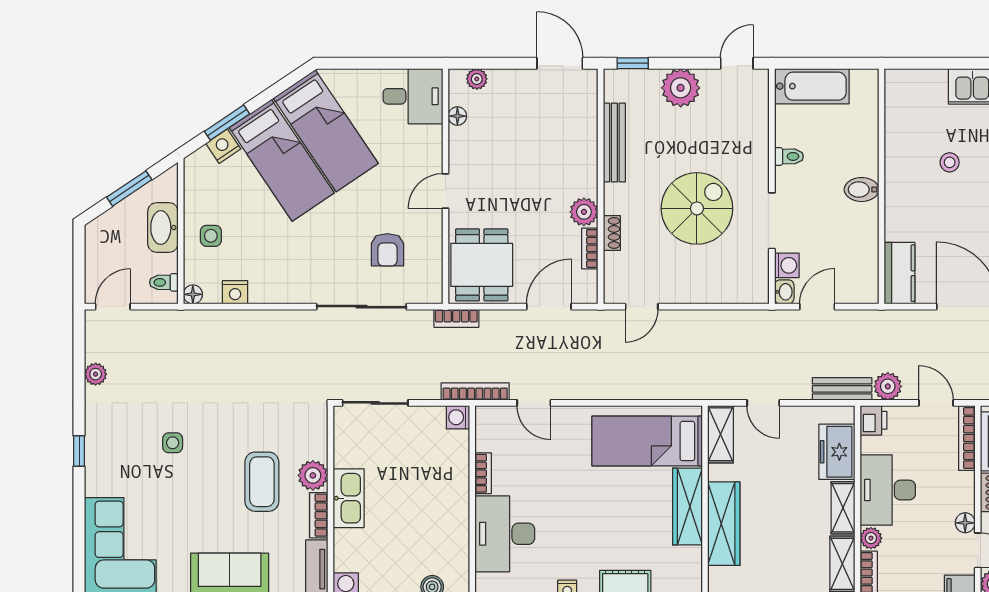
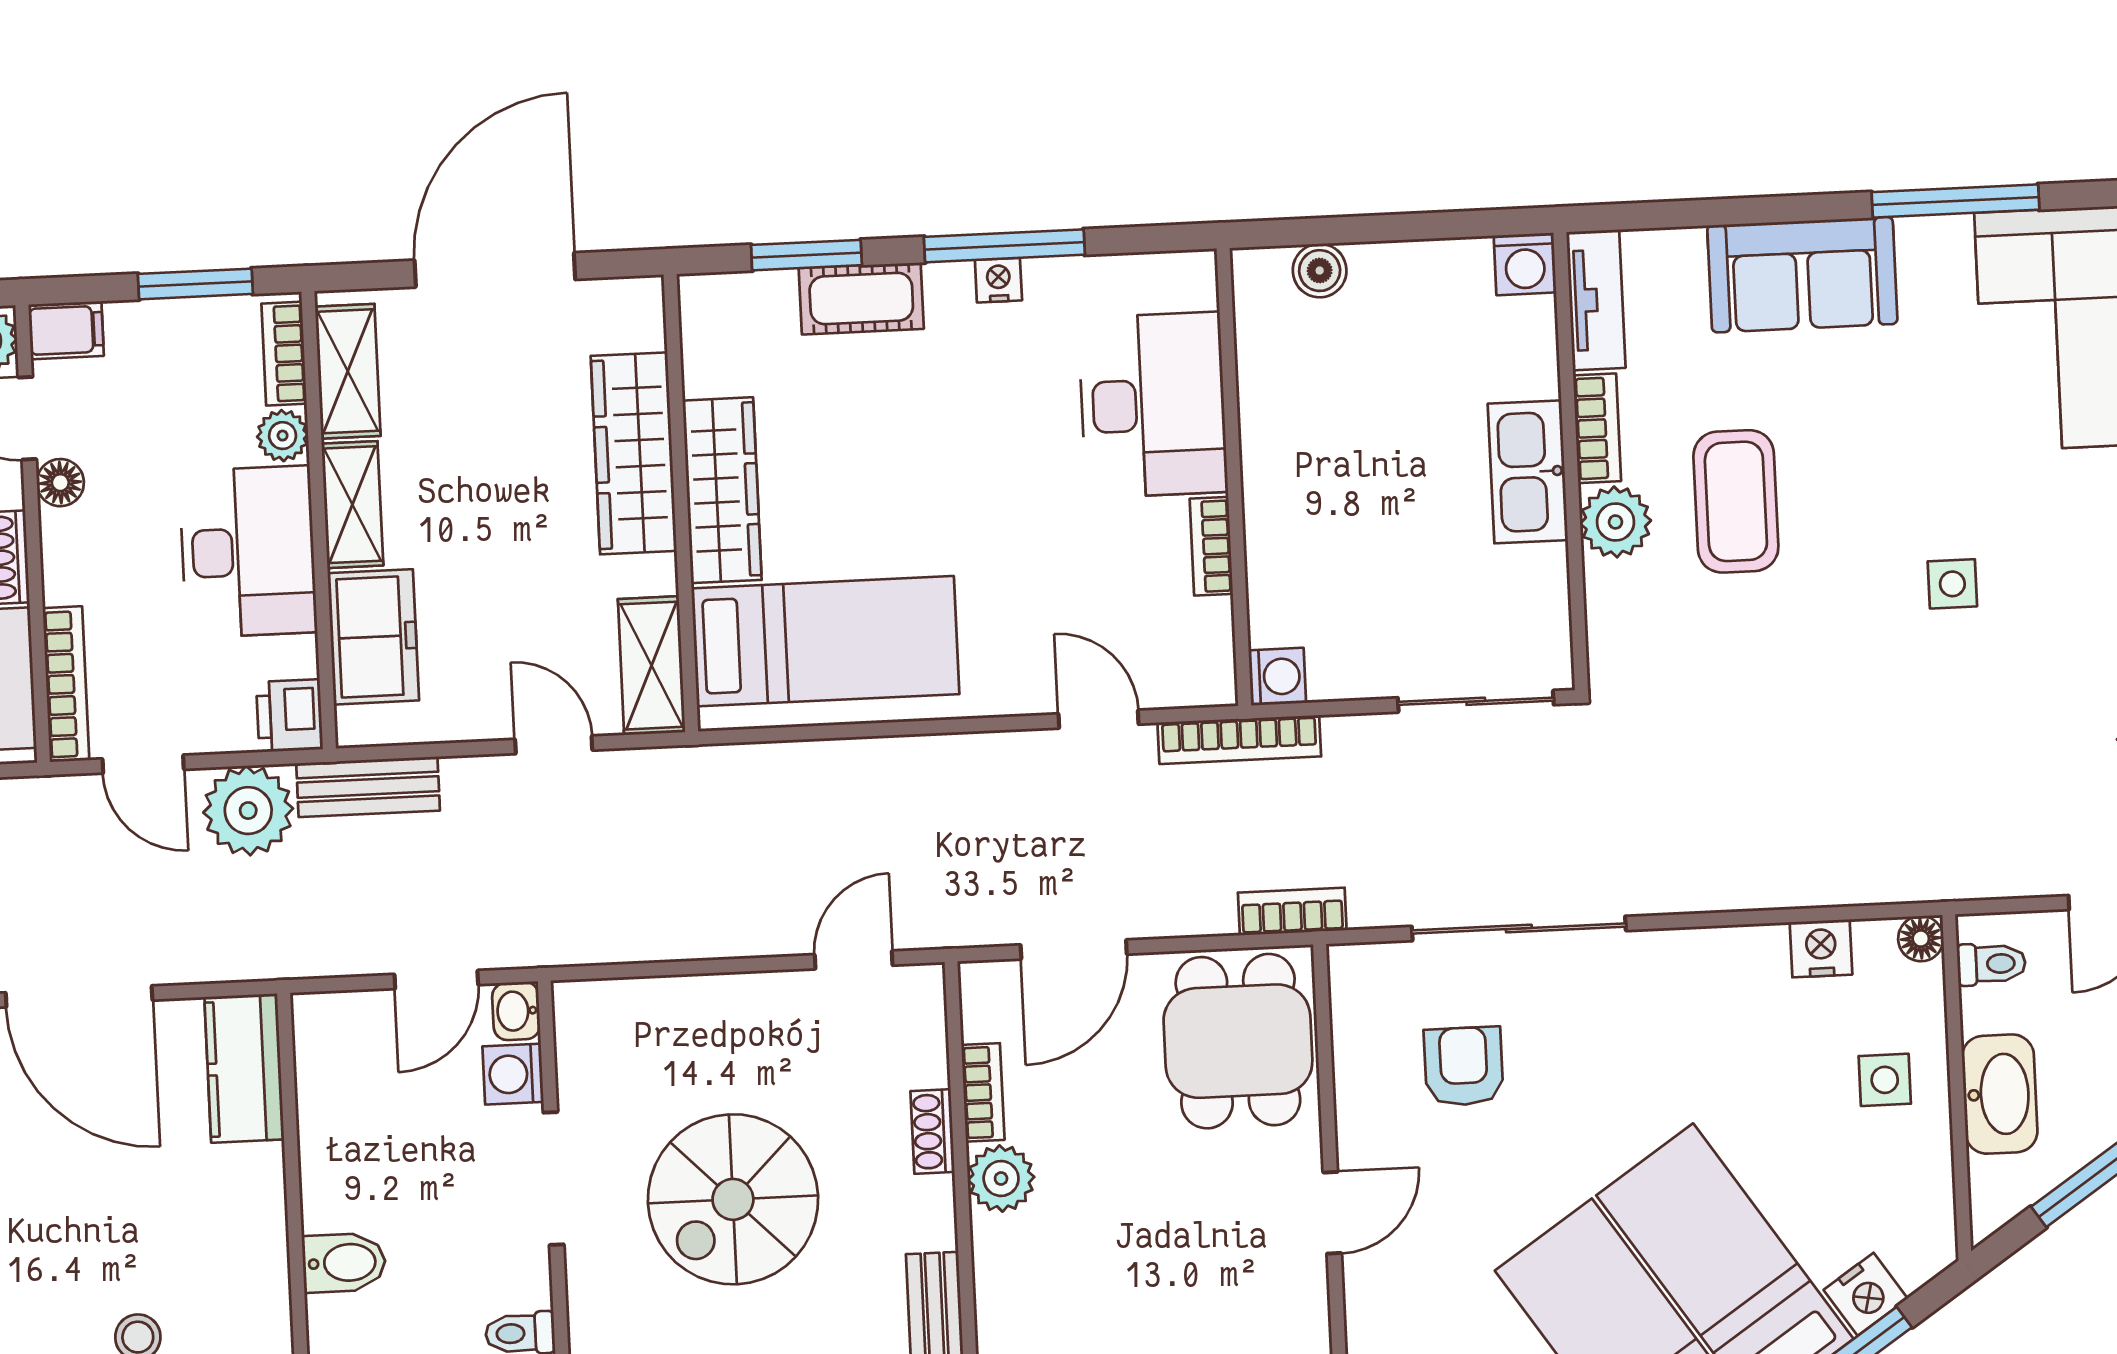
plant: (888, 386) -> (248, 811), width x1.36, depth x1.36

